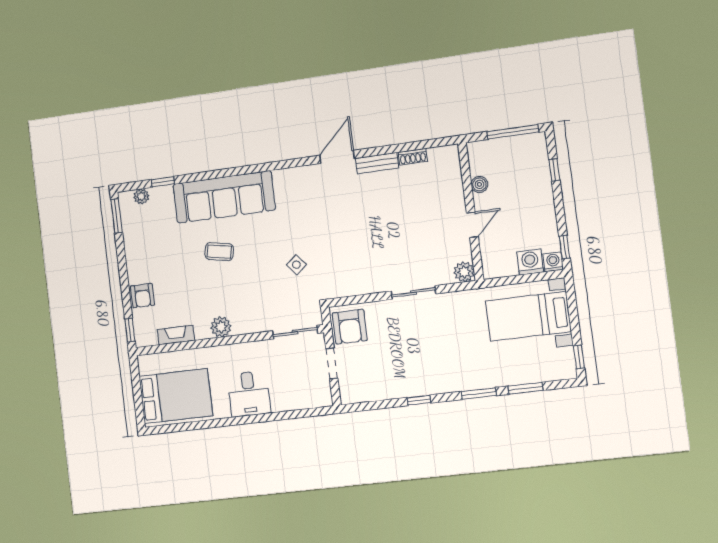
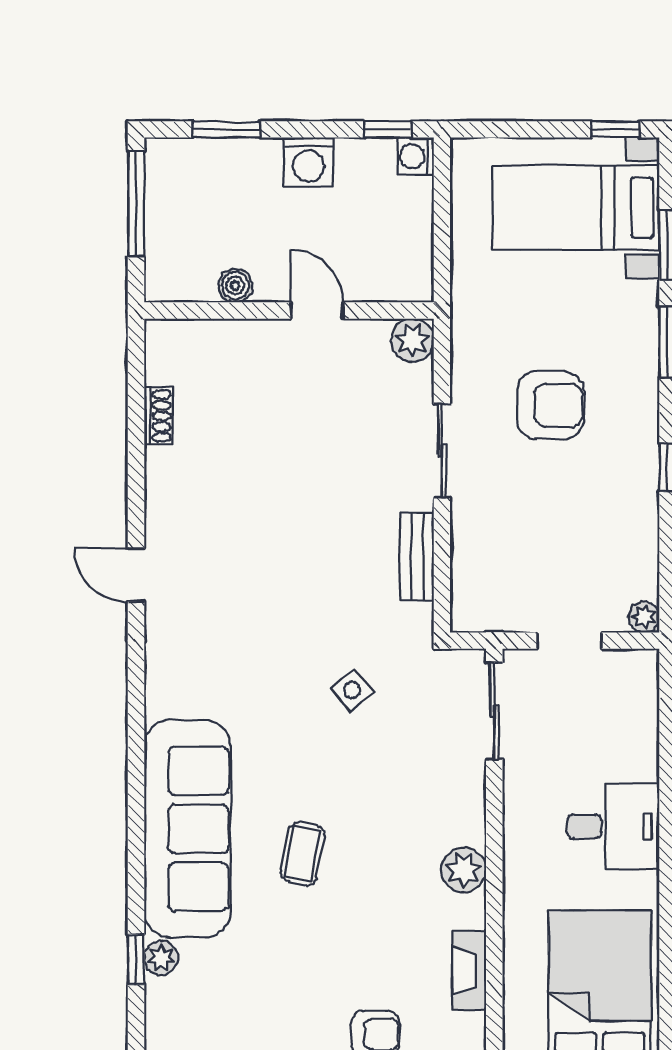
door: (337, 157) -> (136, 575), width x0.73
bench: (377, 163) -> (417, 557), moved
window: (554, 170) -> (226, 129), width x1.50
plant: (141, 196) -> (161, 958), moved
washing machine: (530, 262) -> (309, 162), moved, turned -90
bed with nightstands: (528, 316) -> (576, 208), moved, turned 90
armchair: (350, 327) -> (550, 405), moved
plant: (347, 397) -> (644, 617), added

